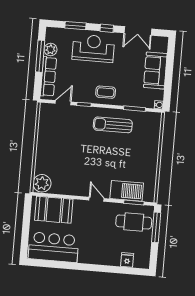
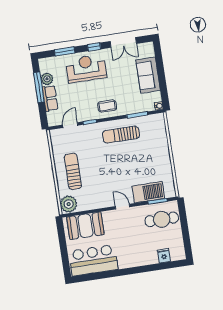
row of seats: (48, 77) -> (50, 98), width x0.68
sun lounger: (54, 151) -> (73, 171), added
window: (156, 227) -> (183, 219), removed

